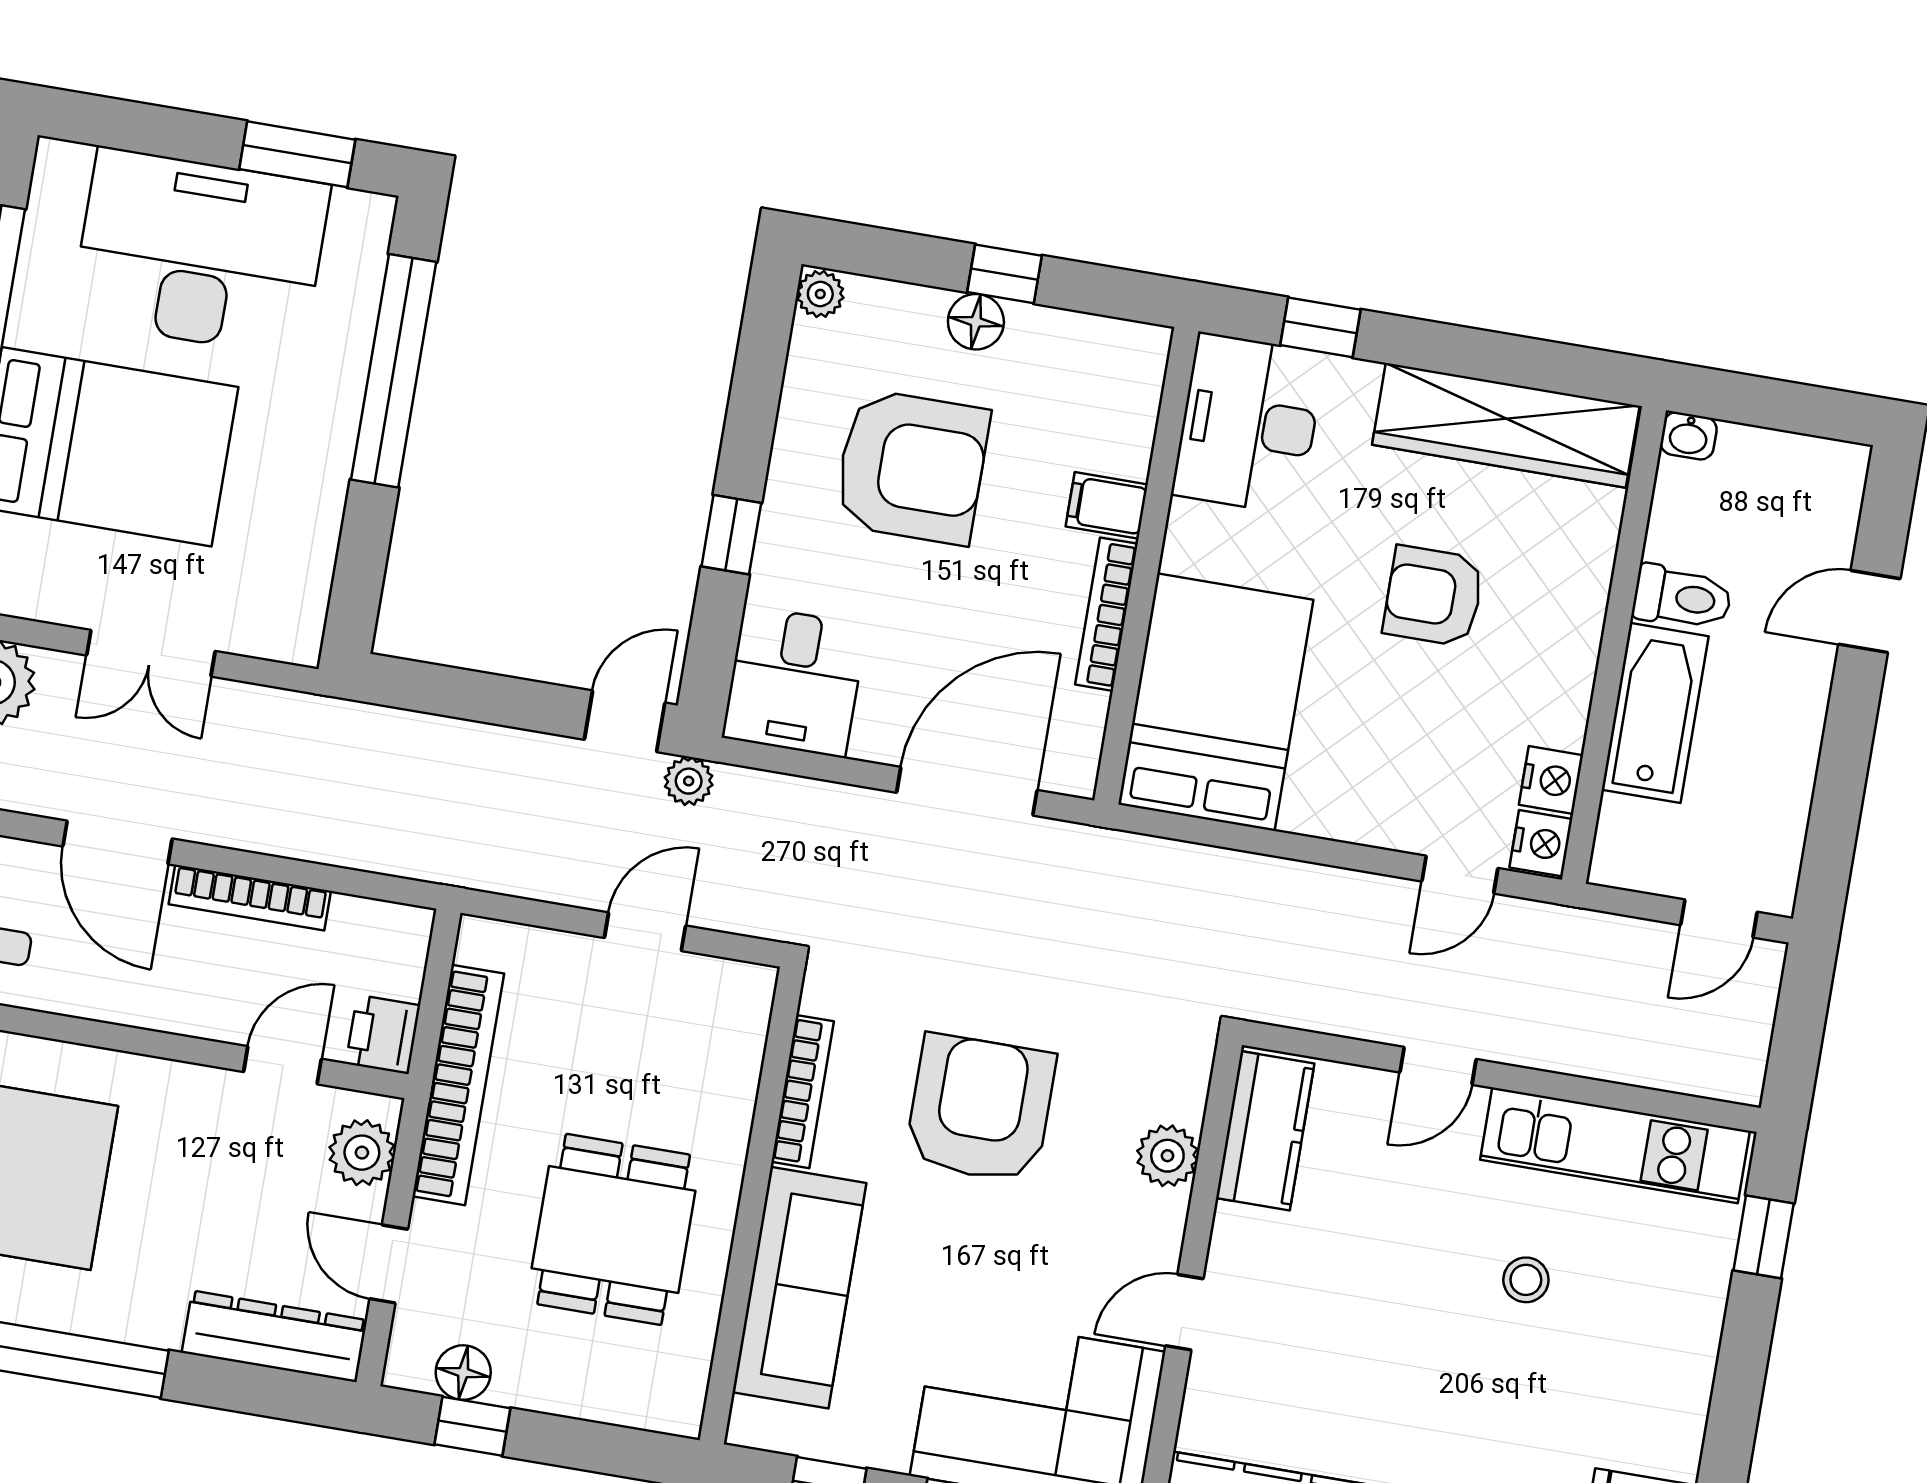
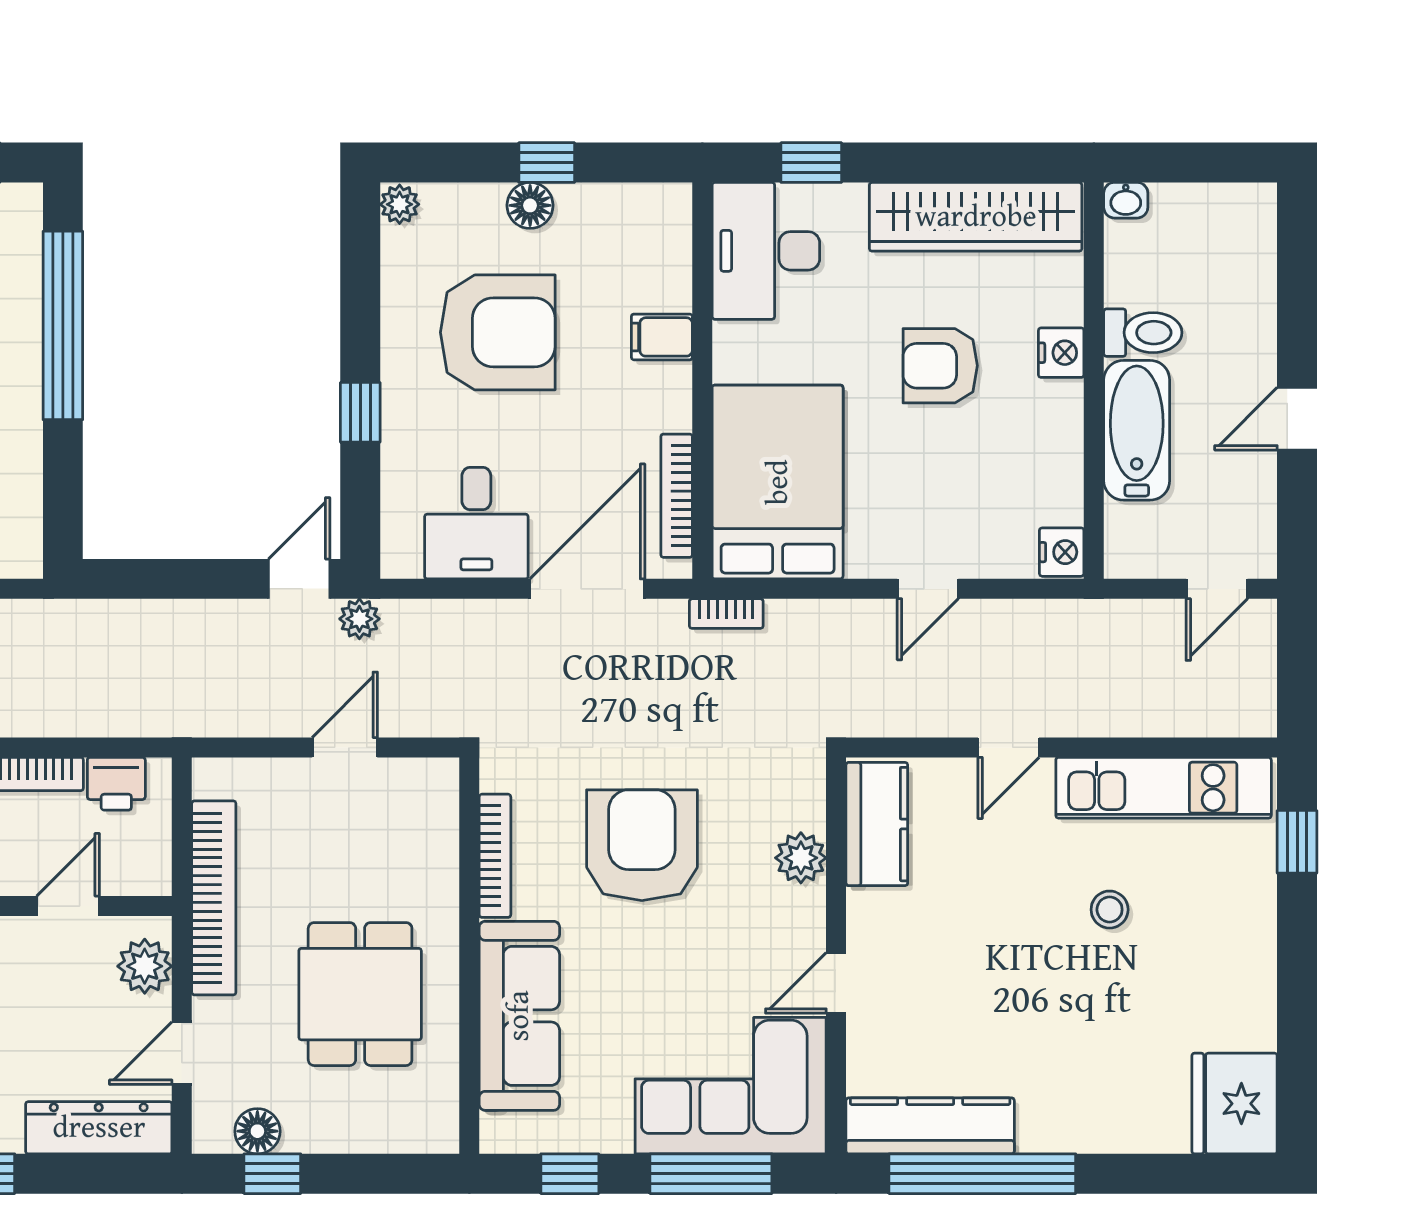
door: (1869, 611) -> (1297, 419), moved
bookcase: (1106, 614) -> (677, 496), moved
desk: (794, 681) -> (476, 523), moved
nightstand: (1551, 780) -> (1061, 353), moved
bookcase: (1128, 849) -> (726, 614), added
door: (1460, 875) -> (928, 589), moved
printer: (383, 1034) -> (116, 784), moved, turned -90
door: (389, 1264) -> (182, 1053), hinge flipped

